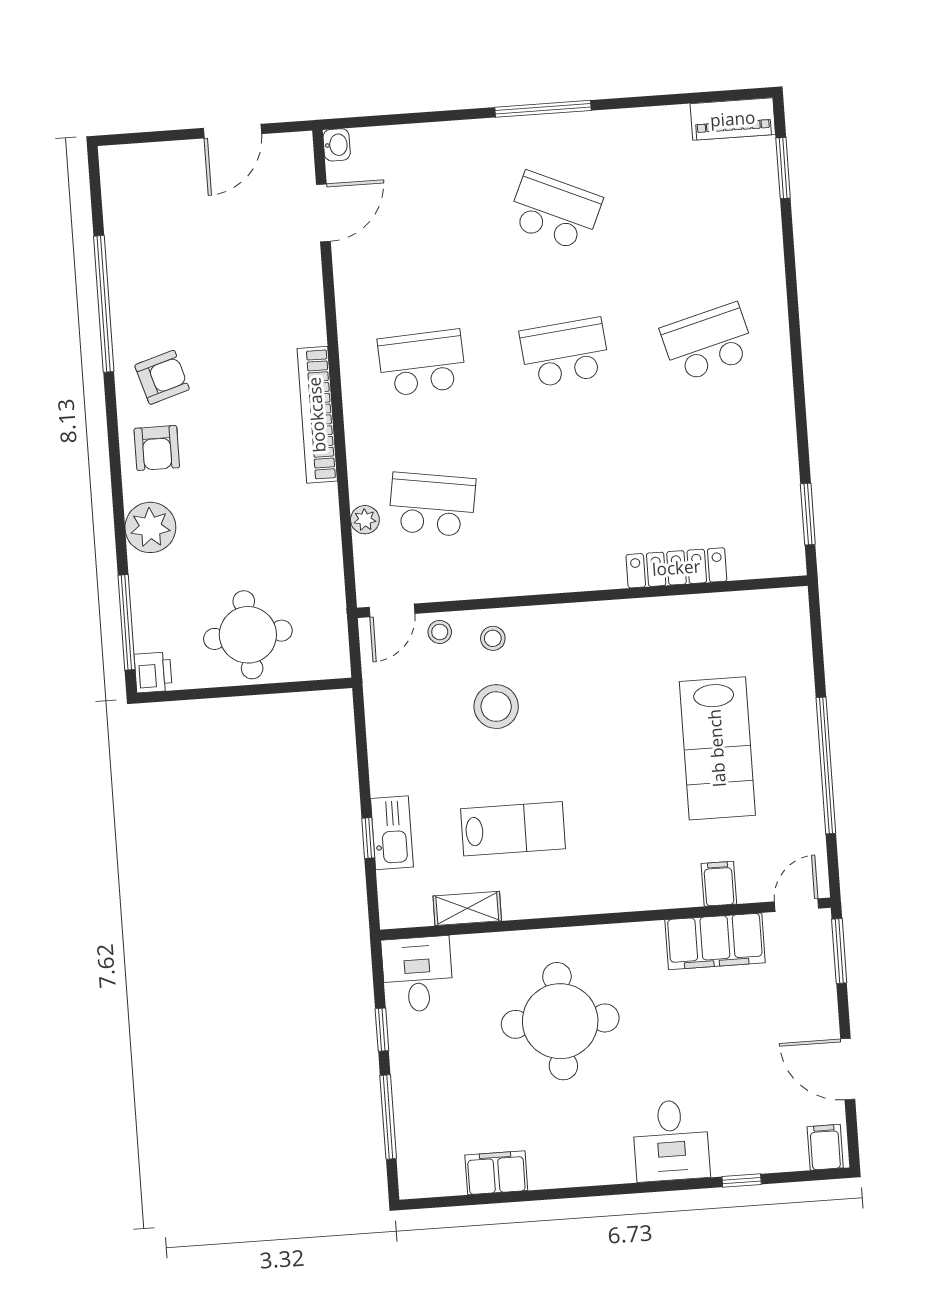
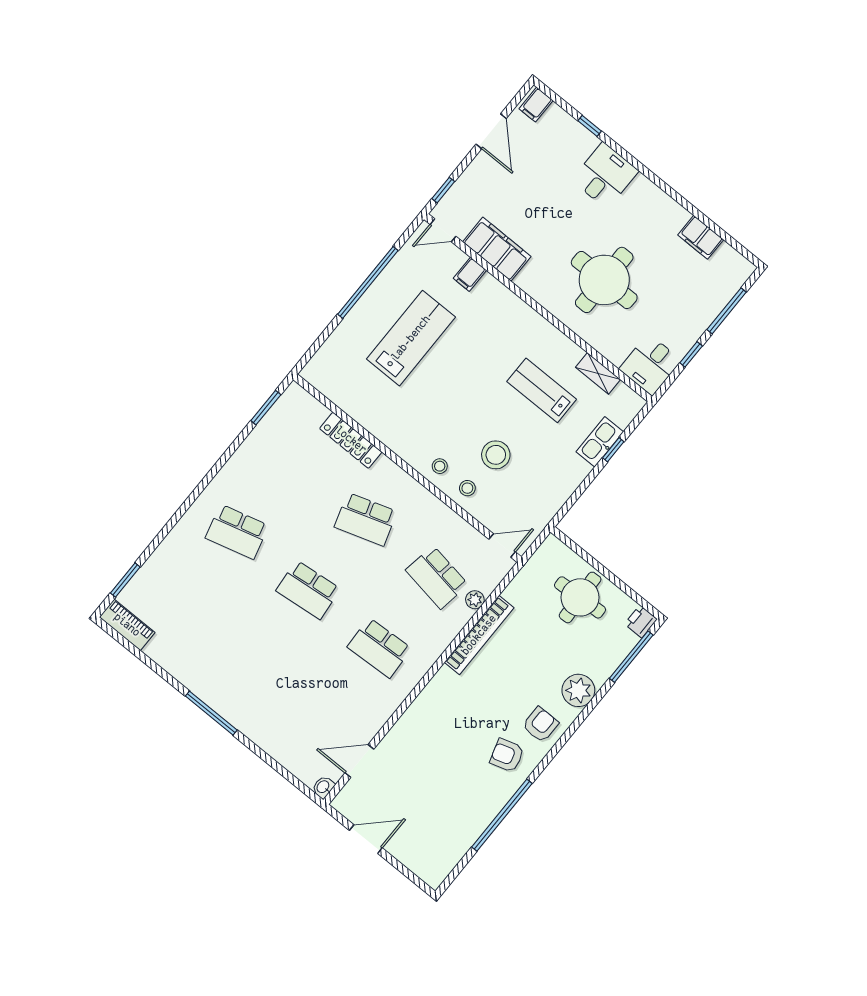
school desk: (555, 211) -> (366, 519), moved, turned -42
bookcase: (317, 415) -> (479, 635), moved
stool: (440, 632) -> (440, 466), moved
window: (839, 951) -> (443, 190), width x0.67

